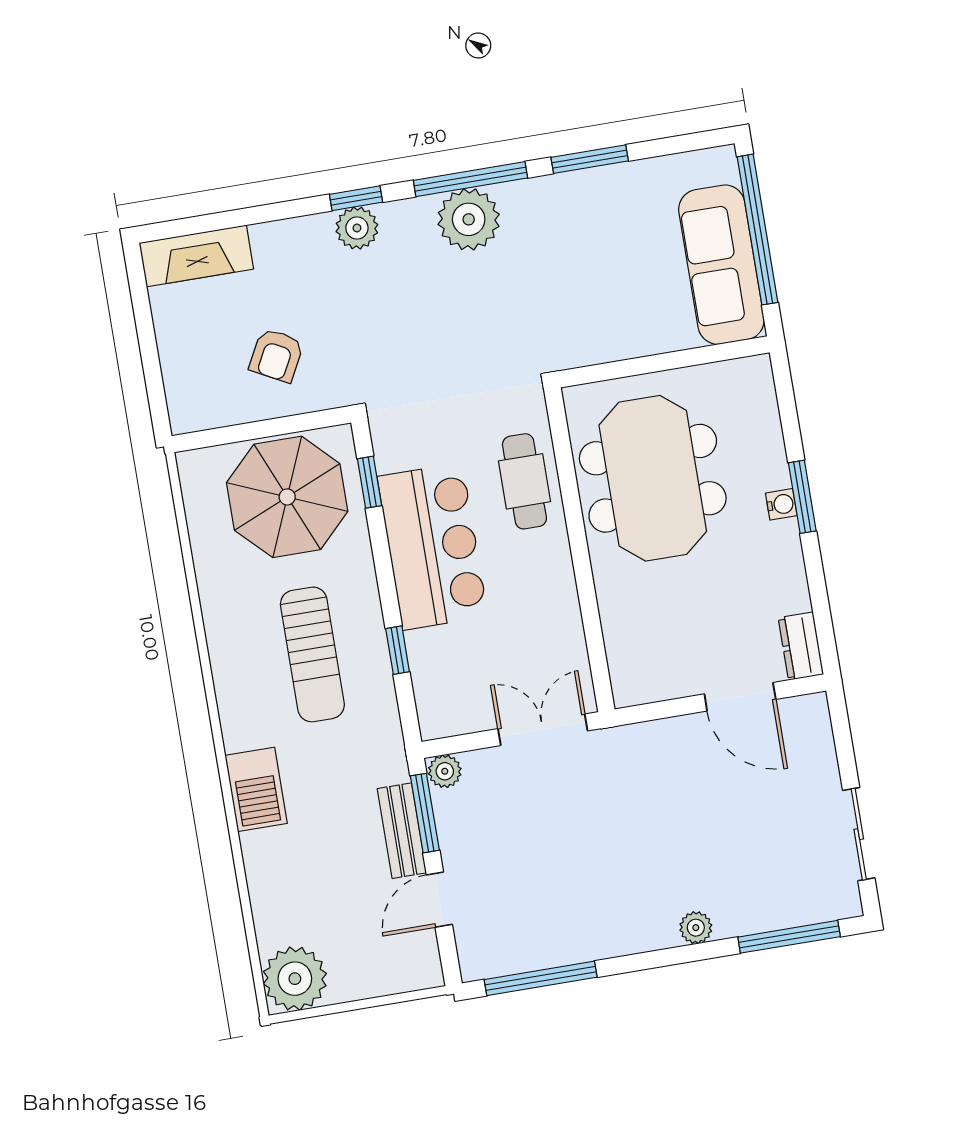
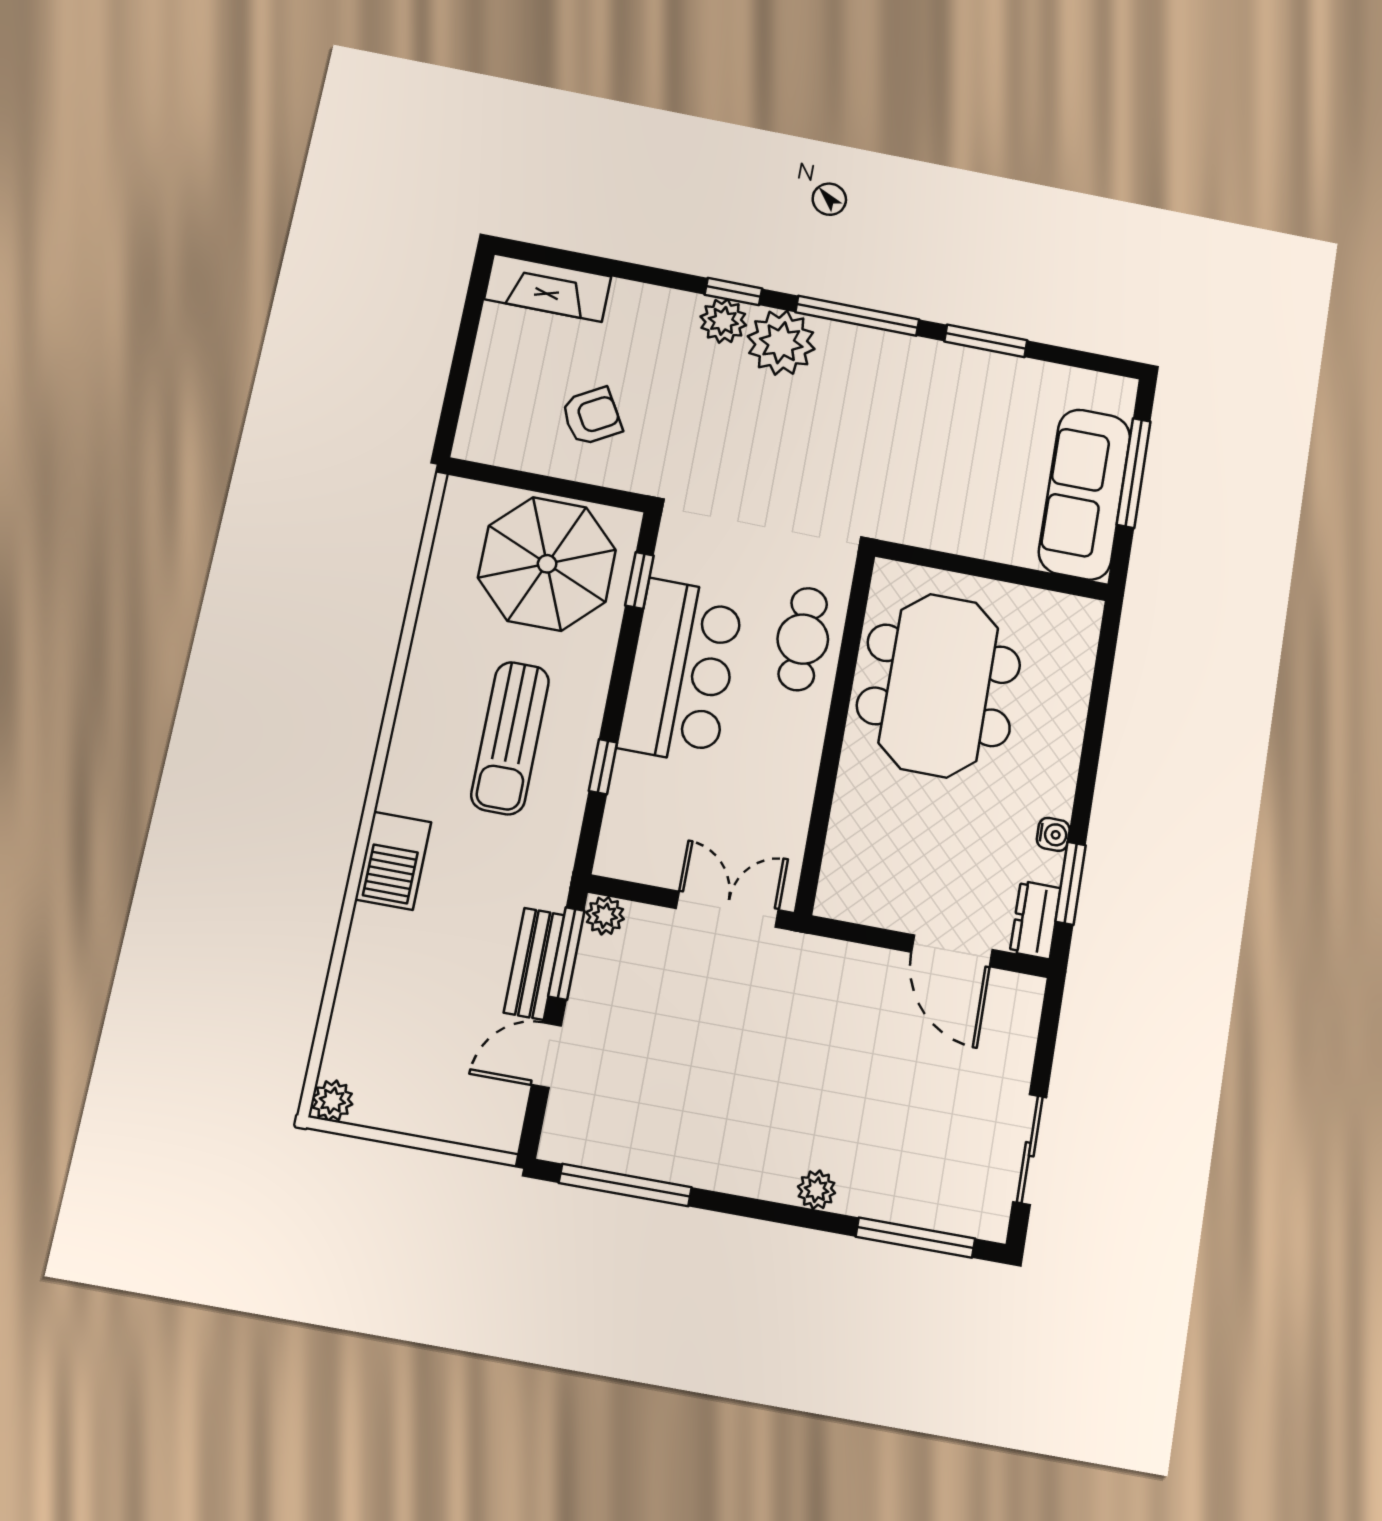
plant: (469, 219) -> (781, 343), moved
window: (758, 230) -> (1134, 473), width x0.68
armchair: (276, 355) -> (592, 416), turned -148
window: (802, 497) -> (1071, 883), moved
water cooler: (781, 504) -> (1053, 834), moved
plant: (295, 979) -> (332, 1101), width x0.53, depth x0.53

